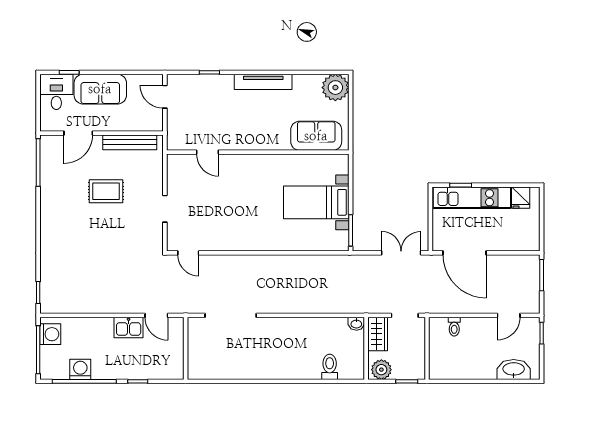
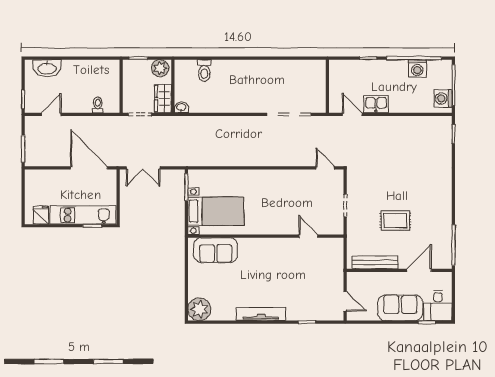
sofa: (316, 136) -> (216, 250), moved
door: (208, 152) -> (309, 236), moved
wall: (258, 152) -> (266, 236), moved

